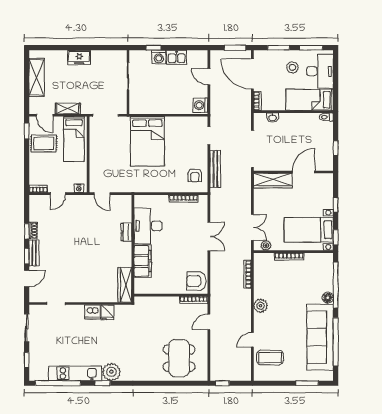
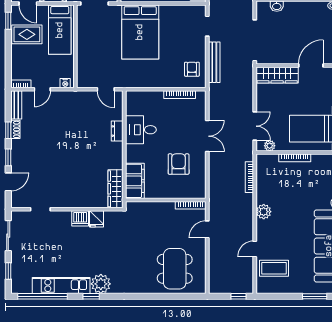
armchair: (195, 175) -> (192, 69), turned 180
door: (102, 194) -> (106, 89), moved
desk: (148, 226) -> (141, 130), width x0.73
bench: (34, 253) -> (16, 105), moved
filing cabinet: (143, 261) -> (135, 181), moved
armchair: (196, 281) -> (179, 164), moved, turned 90
window: (222, 383) -> (238, 296), moved

